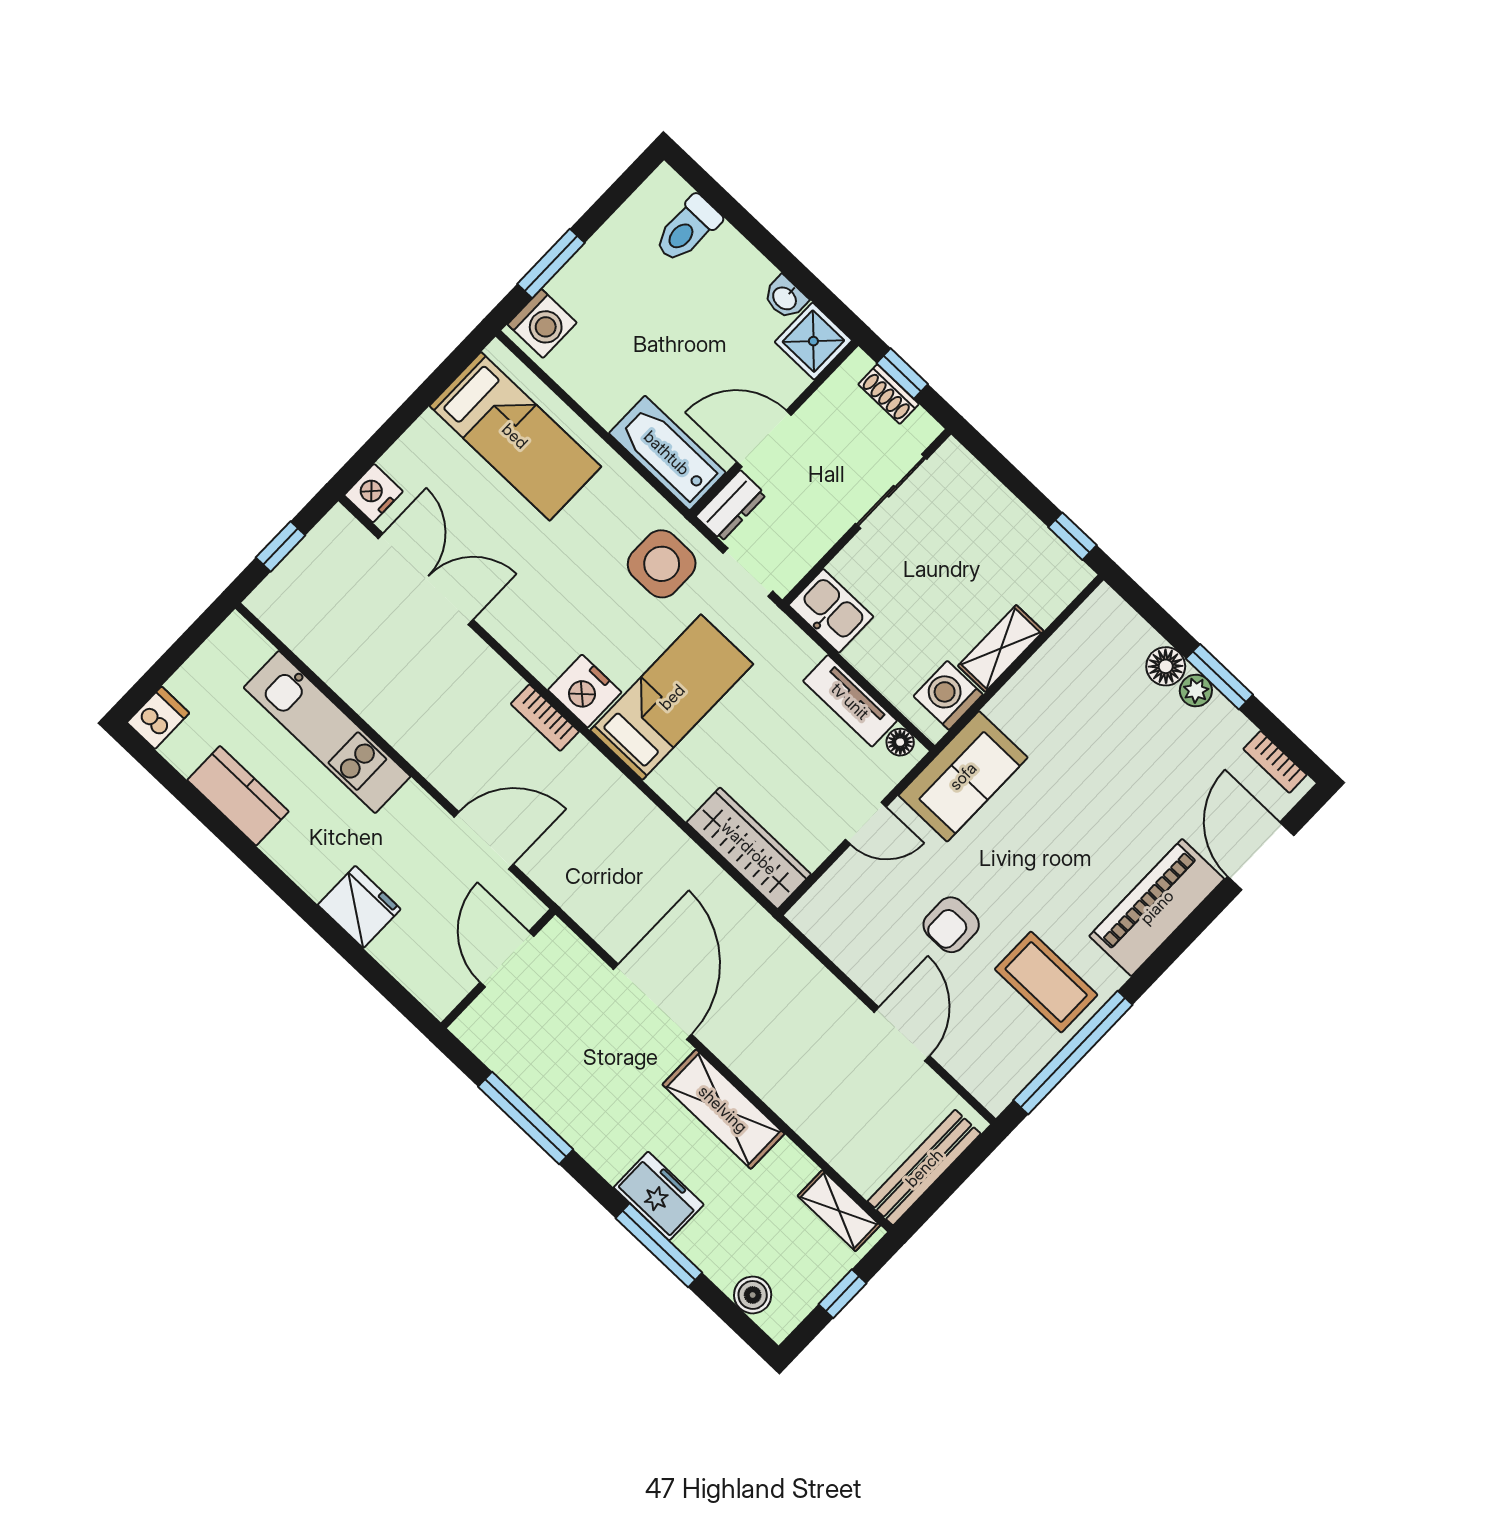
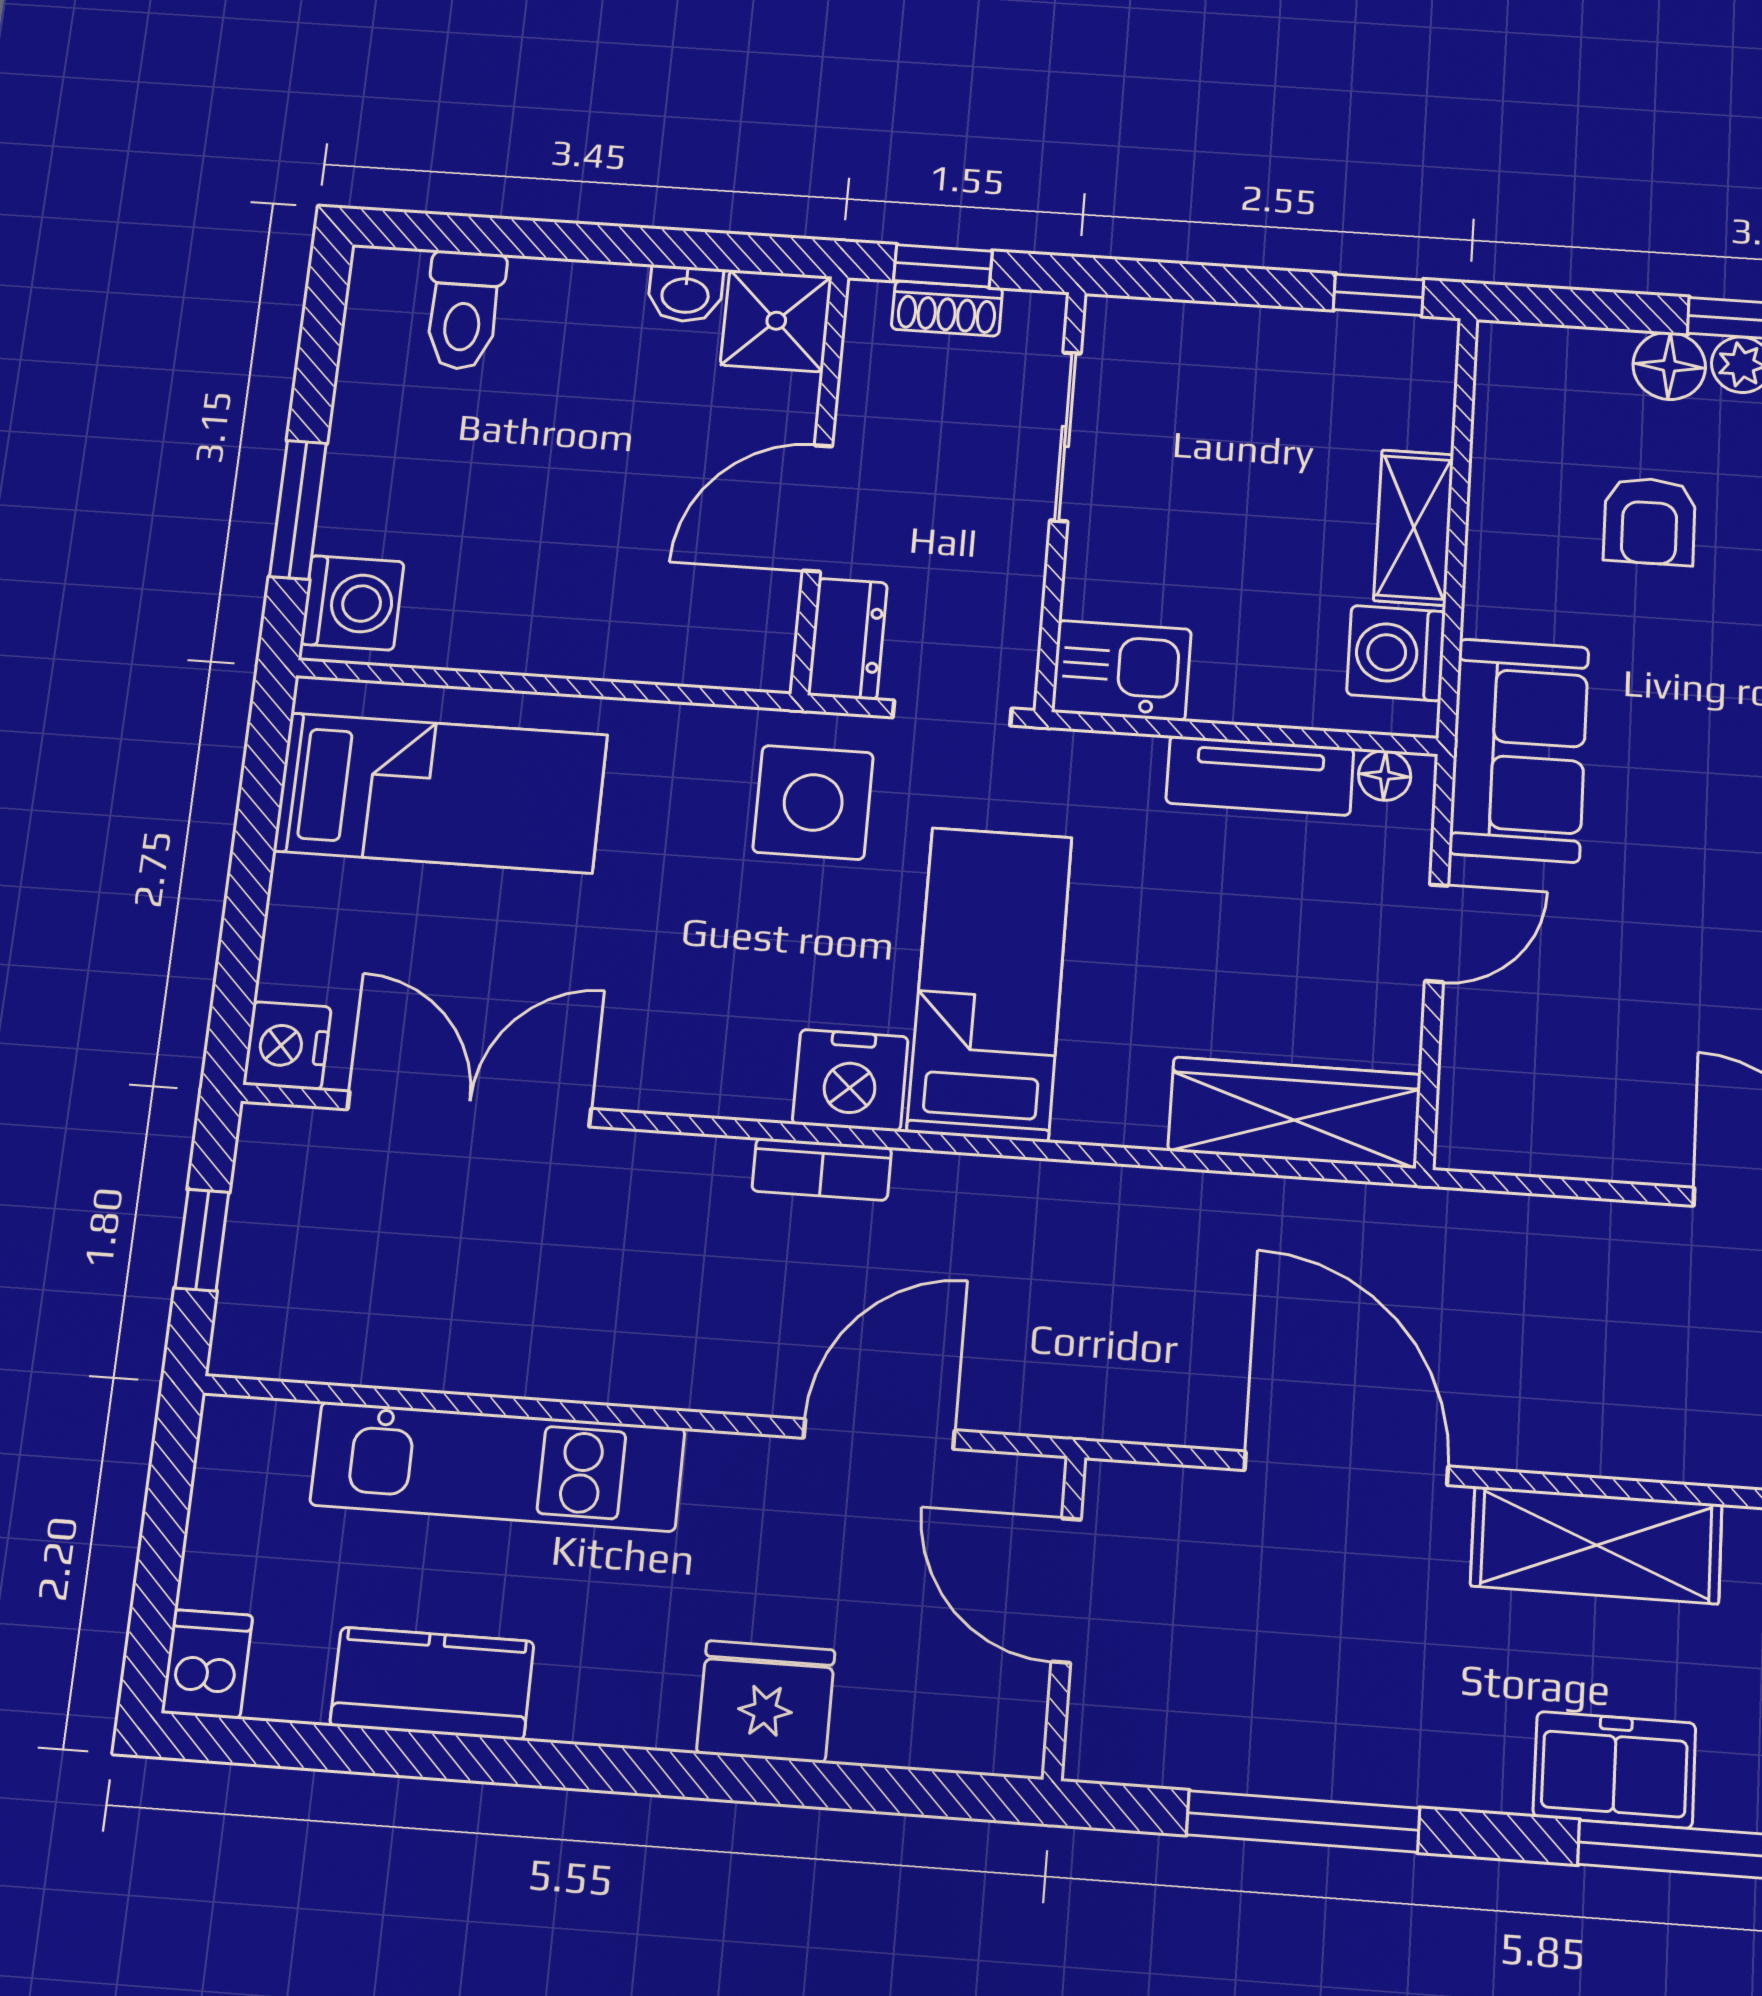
bathtub: (667, 453) -> (690, 639), removed
armchair: (951, 925) -> (1649, 521), moved

